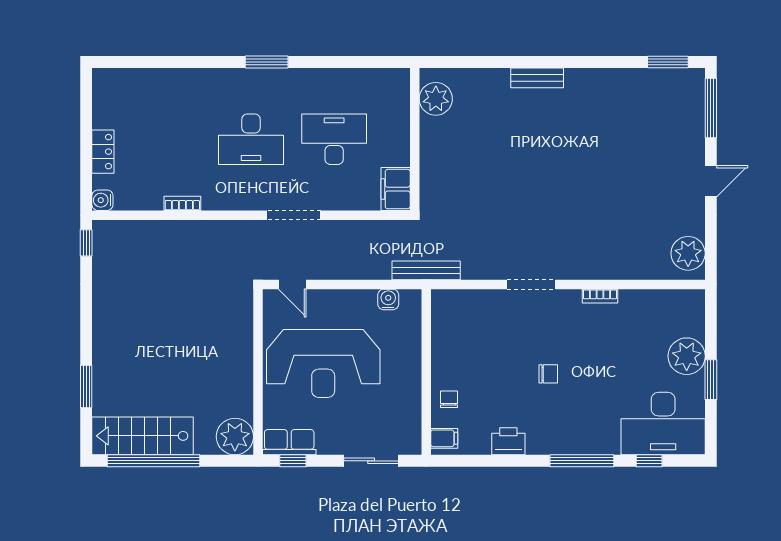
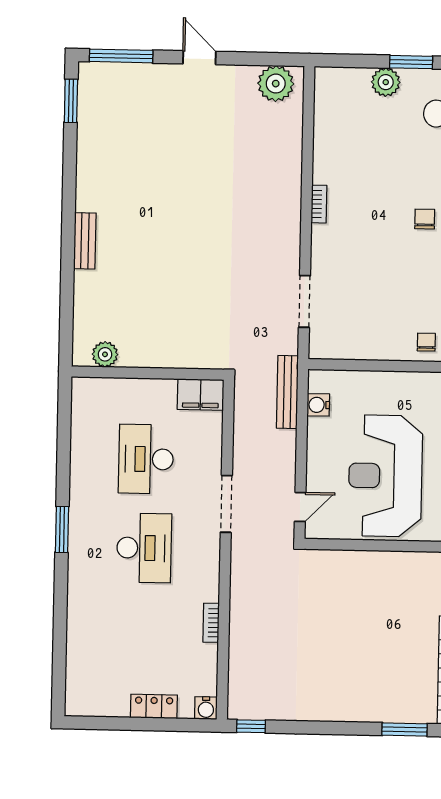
plant: (436, 99) -> (105, 354), width x0.73, depth x0.73
bench: (426, 270) -> (287, 392), moved
doorway: (531, 284) -> (304, 301), moved
bookcase: (600, 296) -> (319, 204), moved
plant: (687, 356) -> (386, 82), width x0.73, depth x0.73
reception desk: (323, 364) -> (385, 476), turned 180
chair: (548, 374) -> (425, 219), moved
chair: (449, 399) -> (426, 342), turned 90

